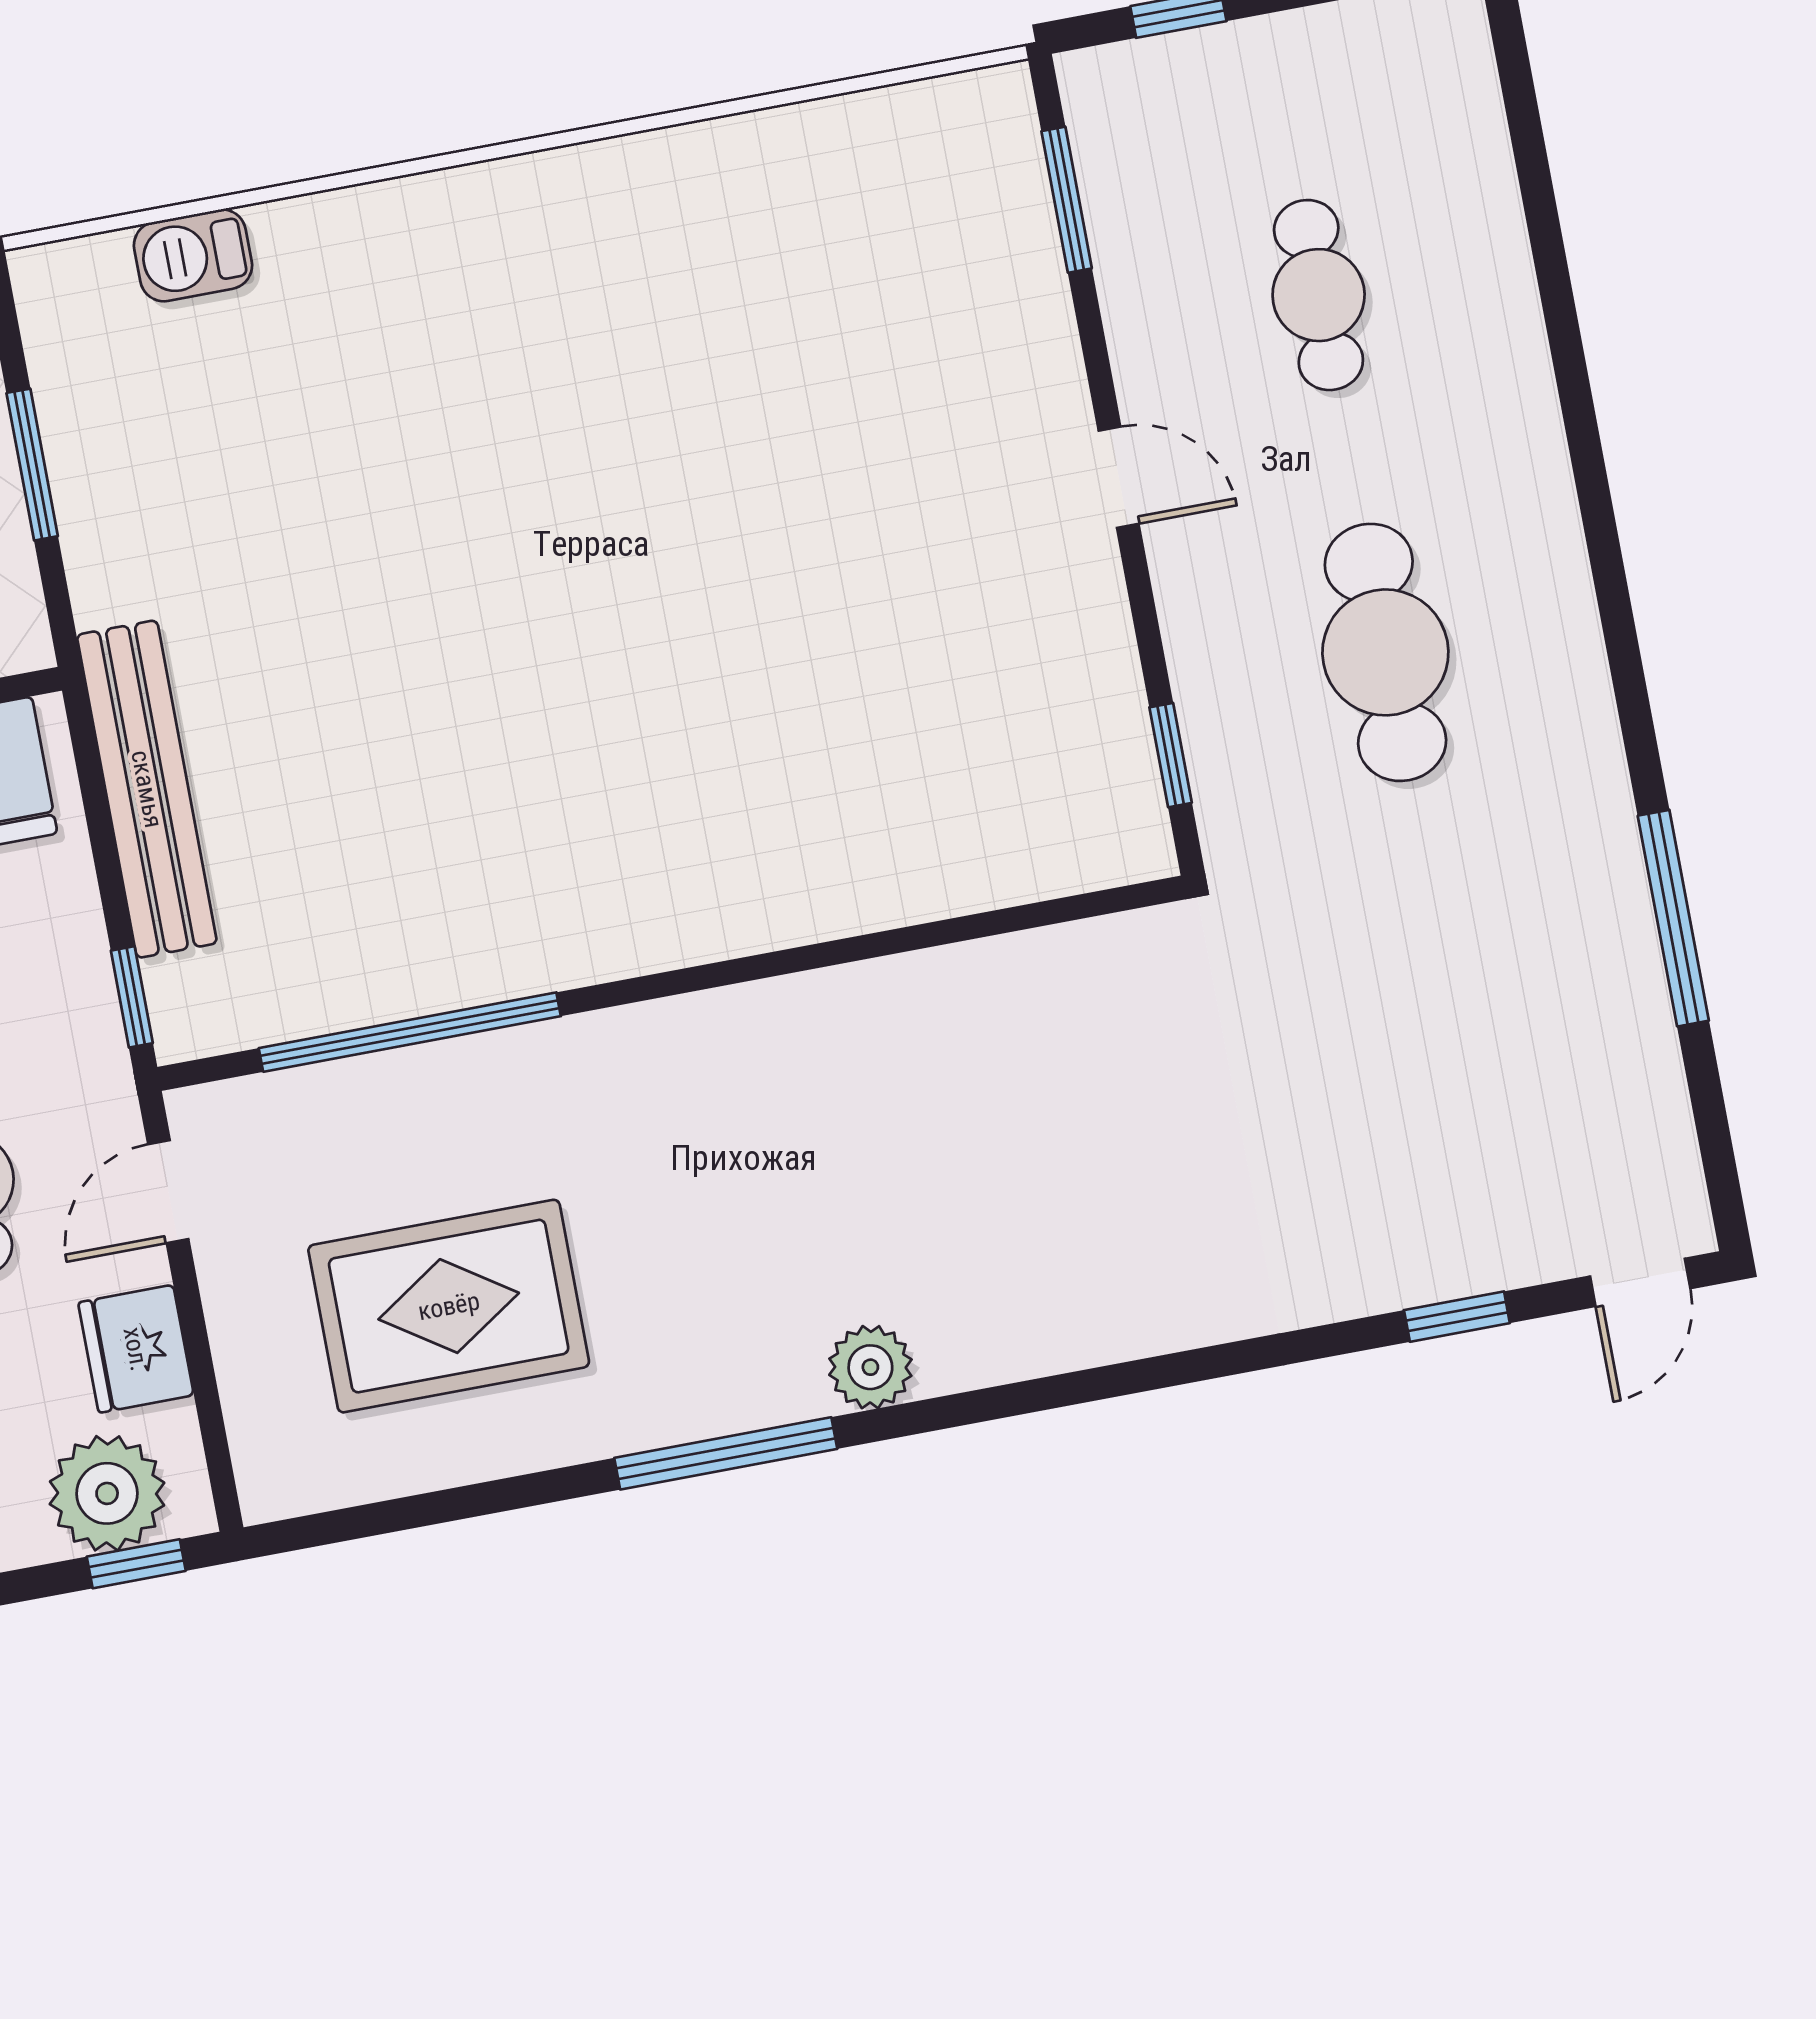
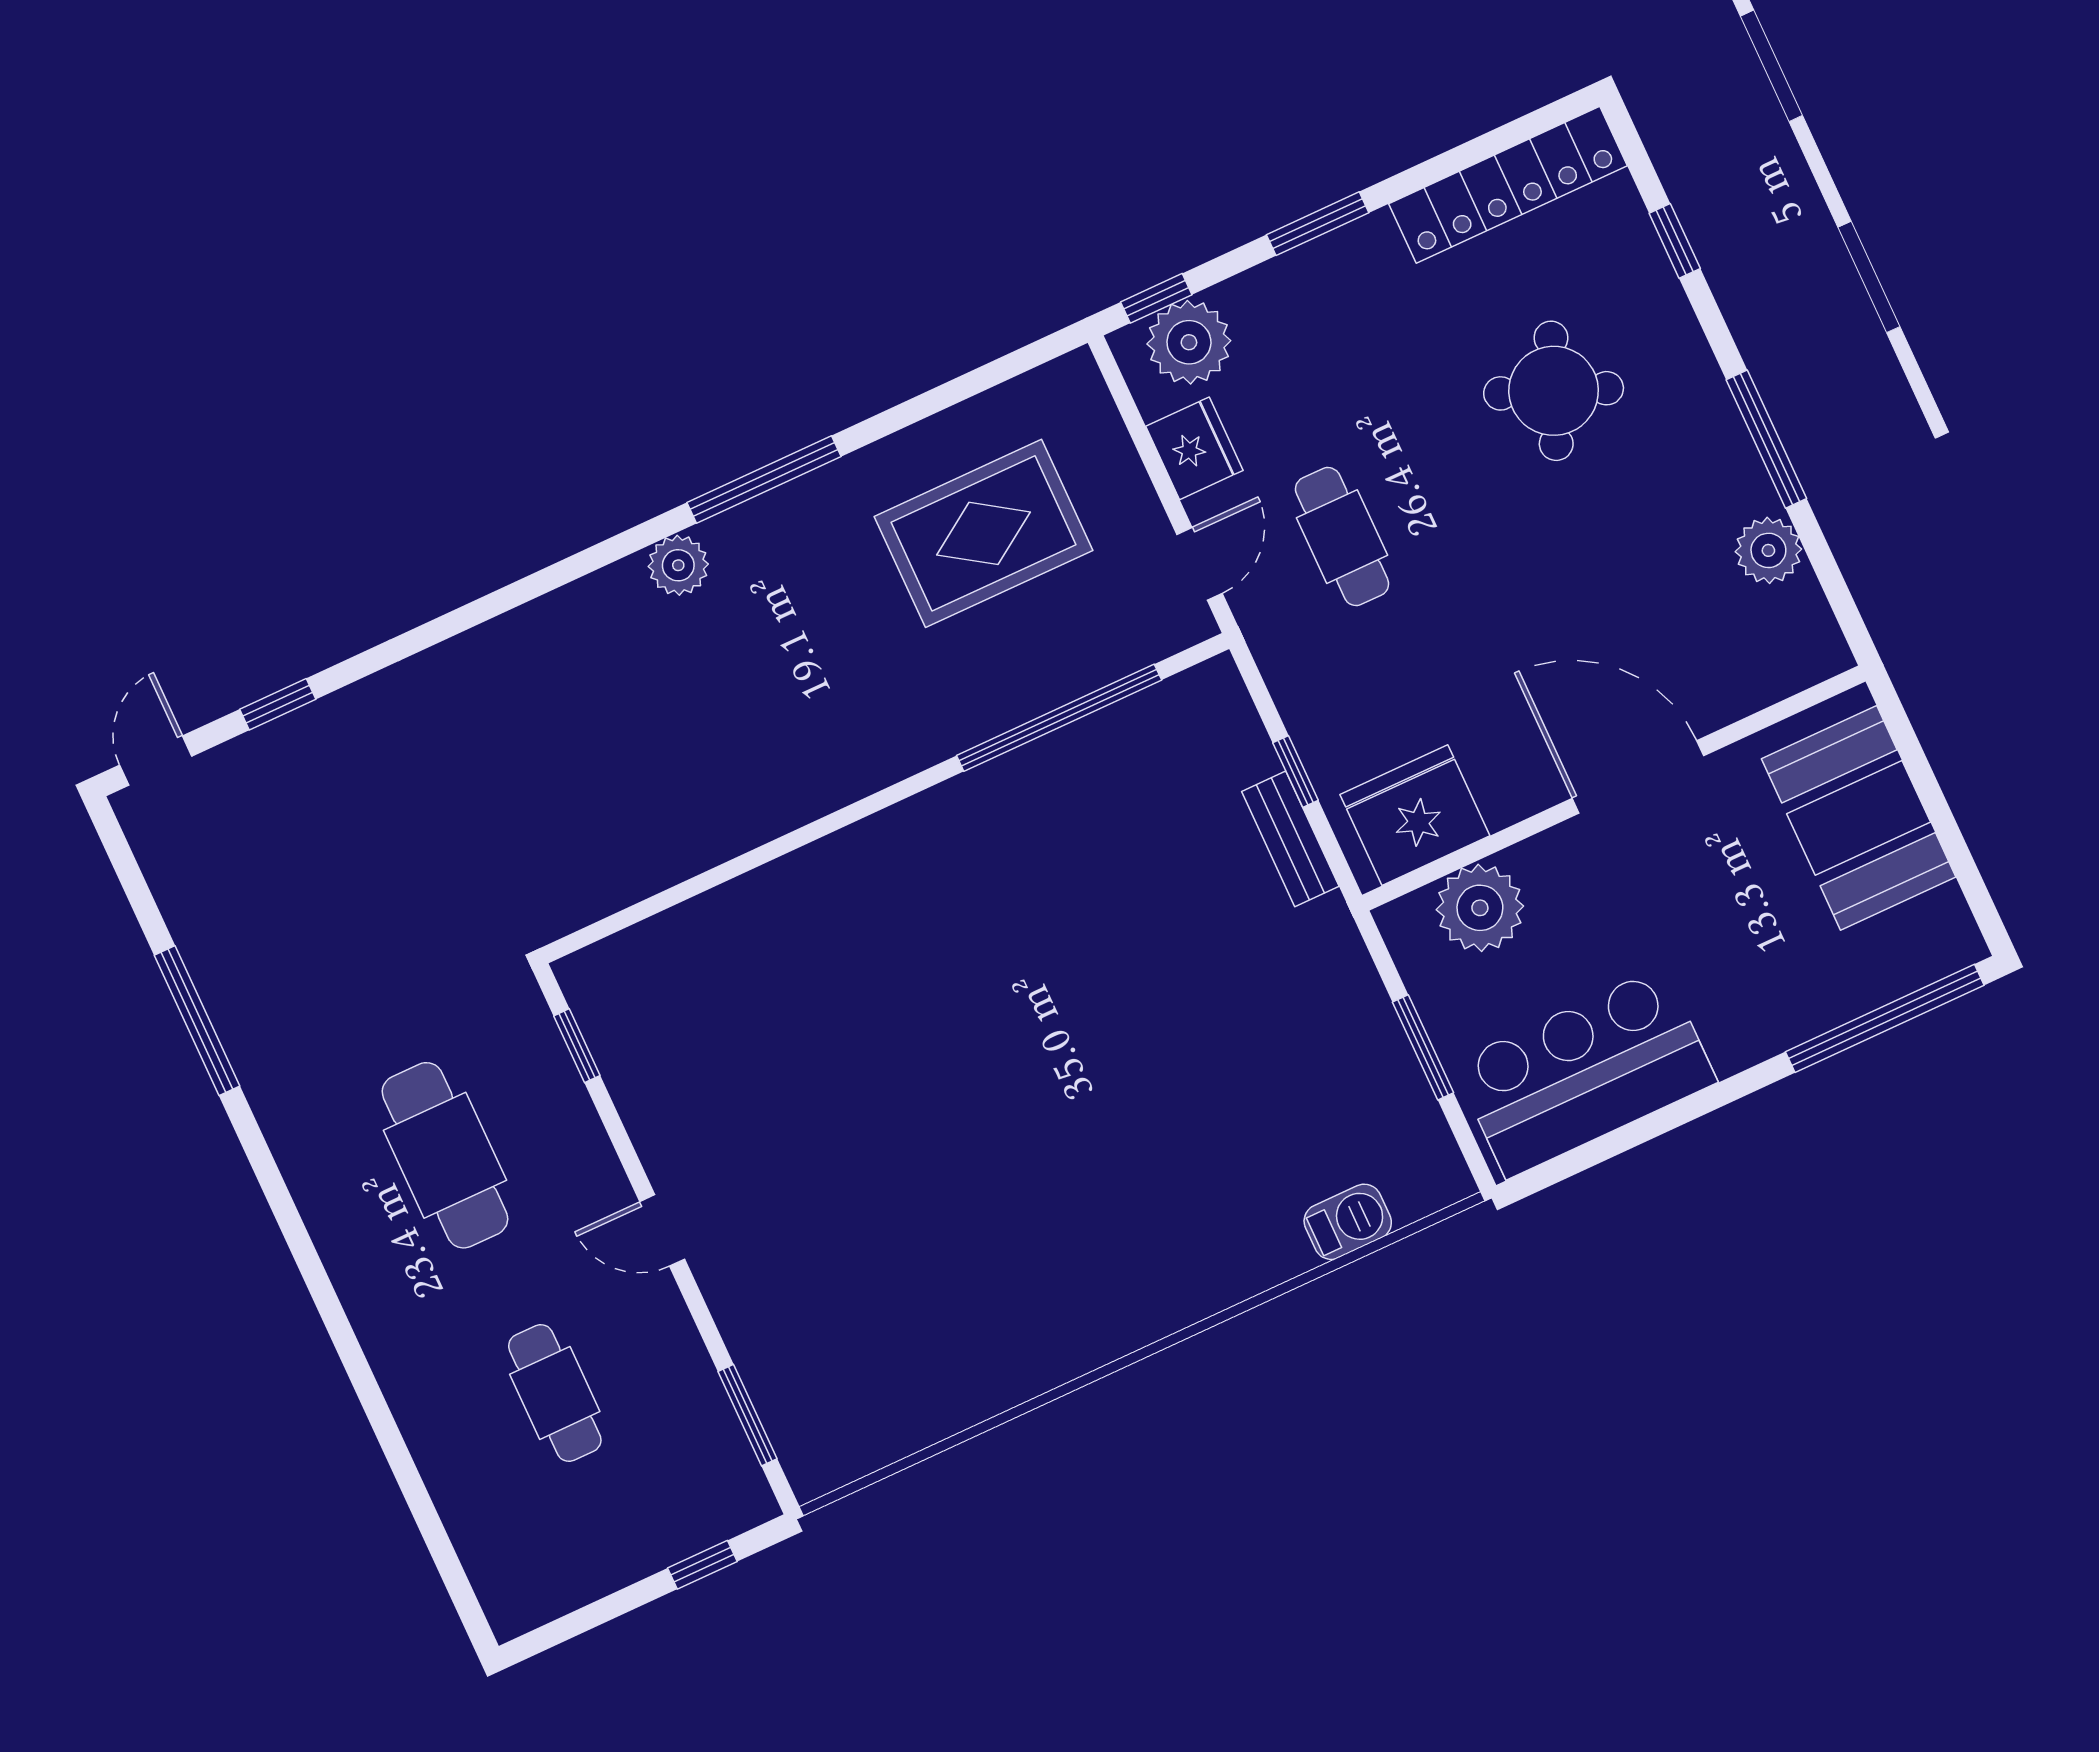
bench: (147, 789) -> (1290, 839), width x0.54, depth x0.82
window: (132, 997) -> (1296, 772), moved

